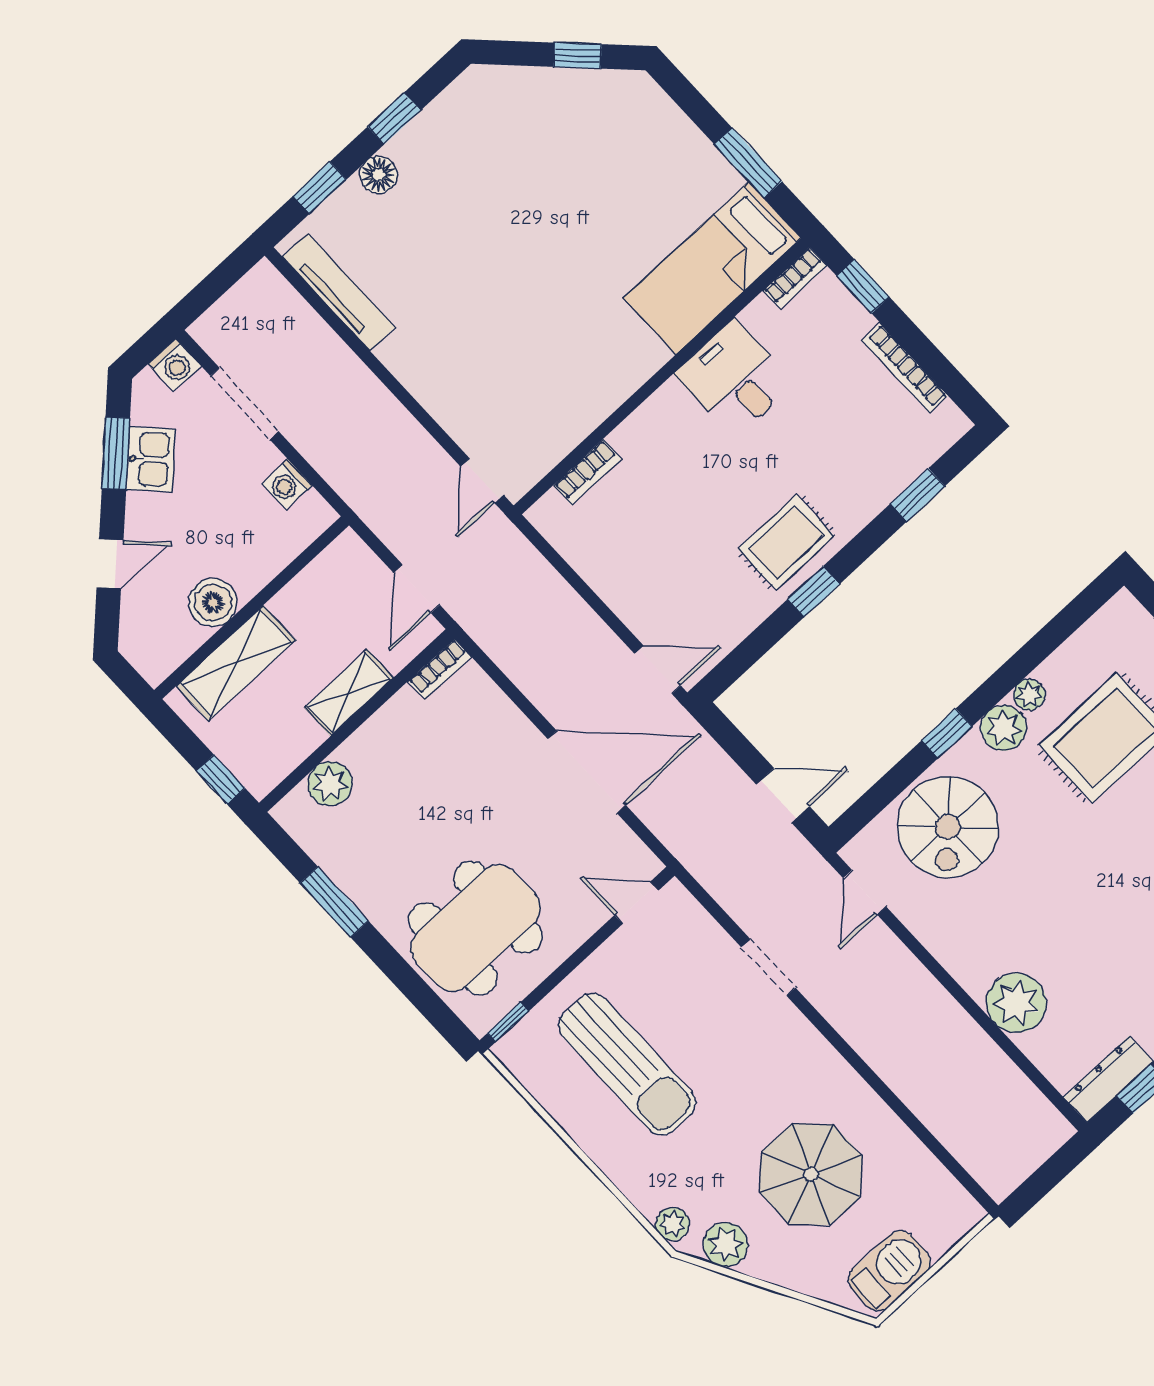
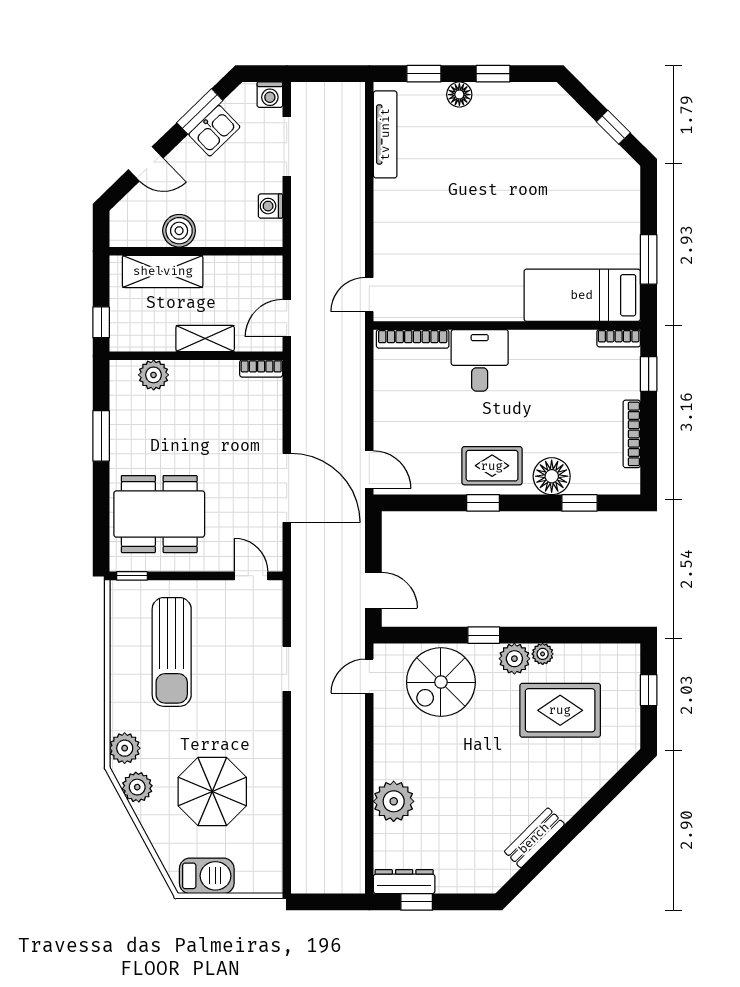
desk: (735, 378) -> (480, 360), moved
bookcase: (587, 472) -> (413, 339), width x1.56
floor lamp: (861, 494) -> (552, 476), added
plant: (673, 1224) -> (125, 748), width x1.38, depth x1.38

